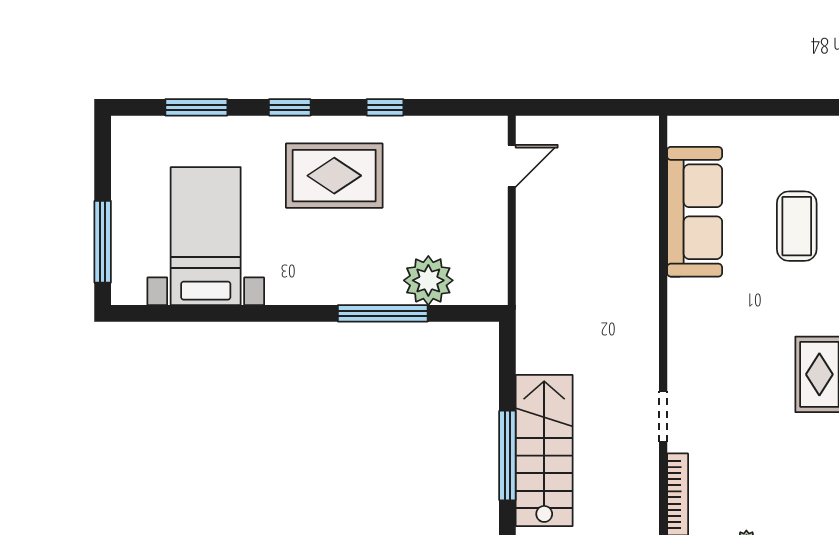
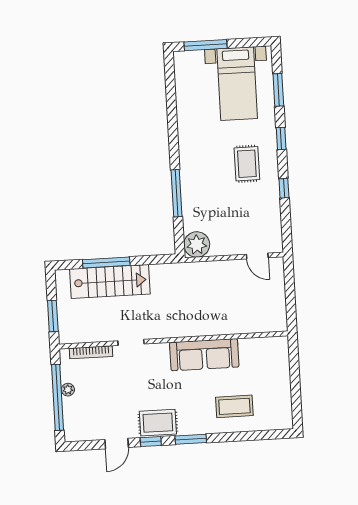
rug: (334, 176) -> (247, 164), width x0.73, depth x0.70
sofa: (695, 212) -> (204, 355), moved
bed with nightstands: (206, 236) -> (237, 84), moved, turned 90
plant: (428, 280) -> (197, 245), moved

